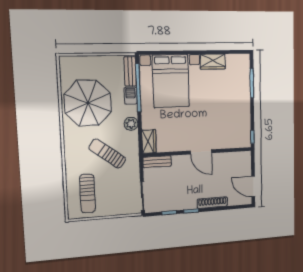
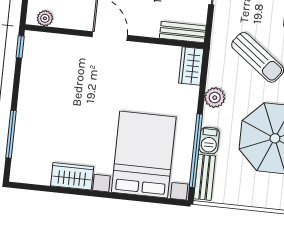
plant: (240, 156) -> (45, 18), added

